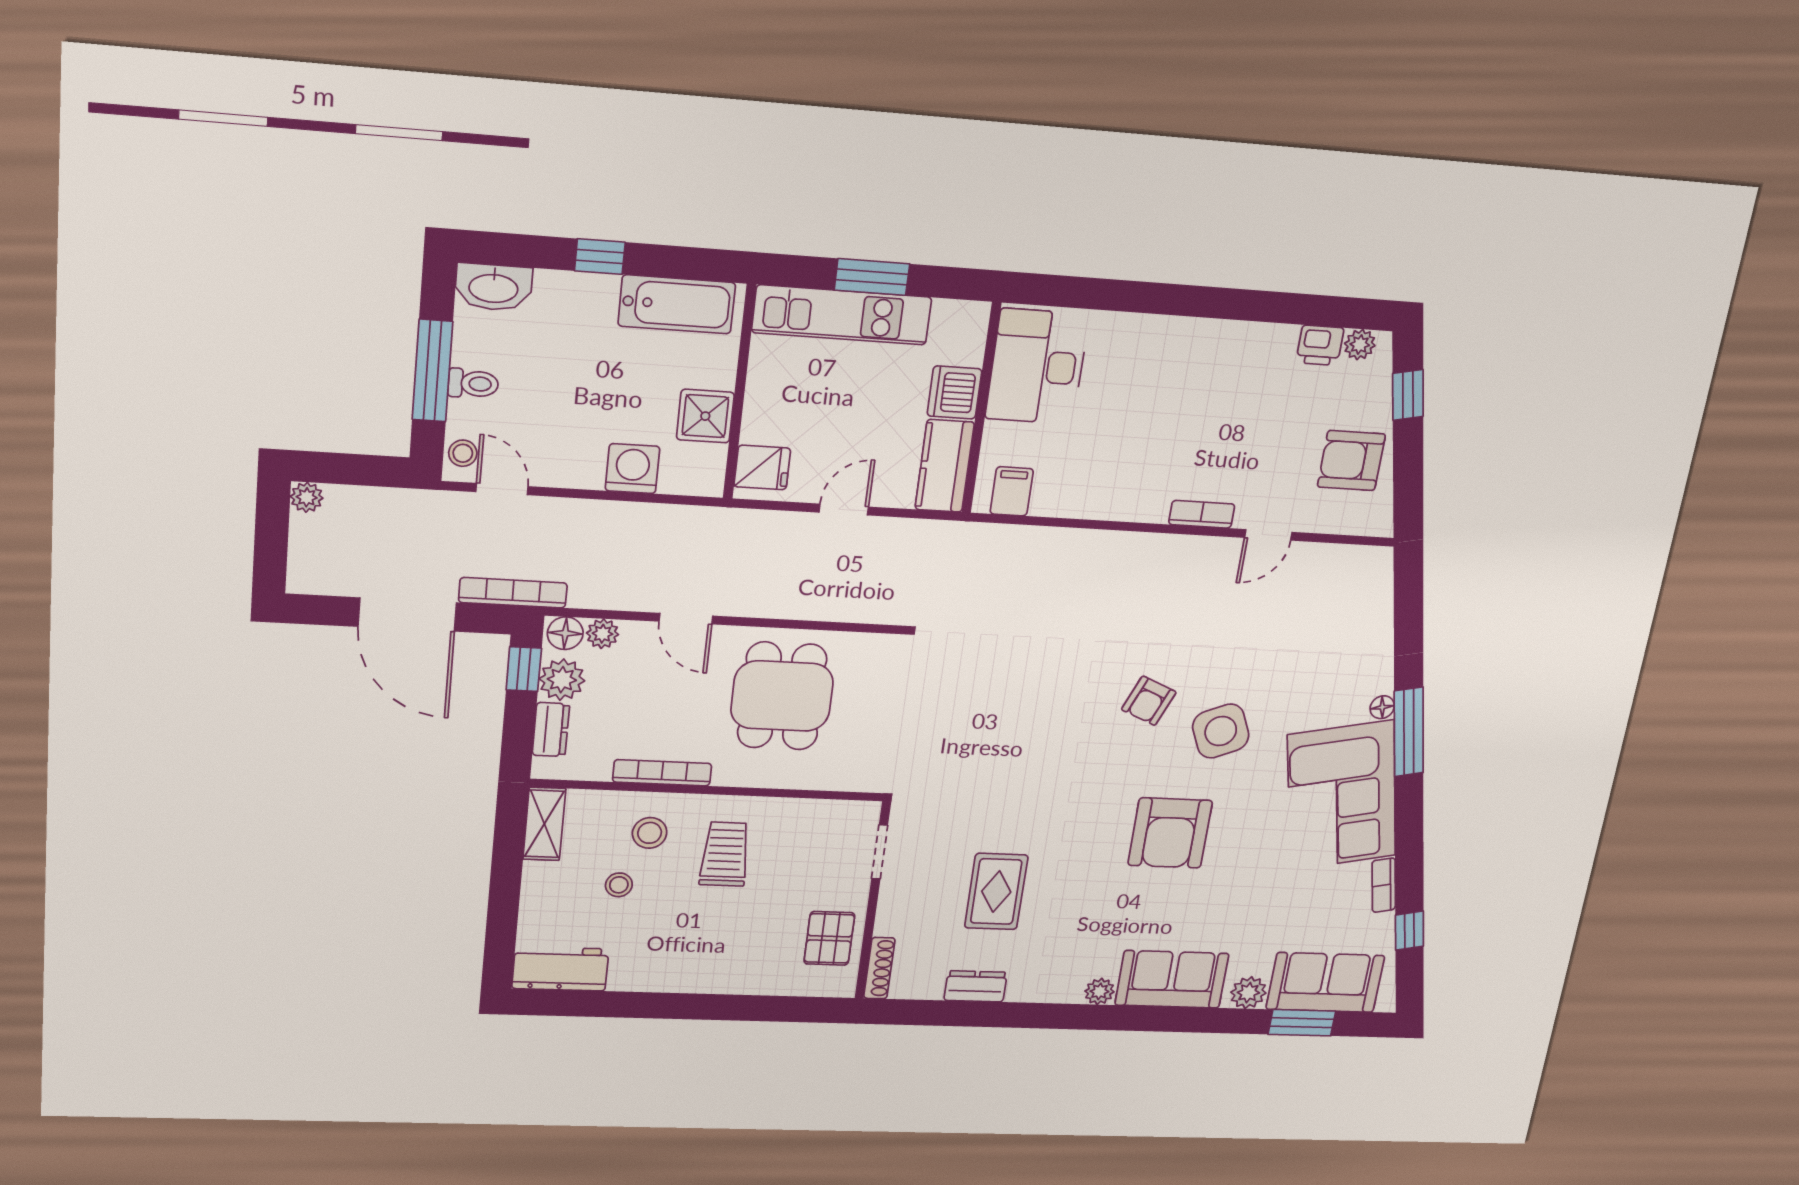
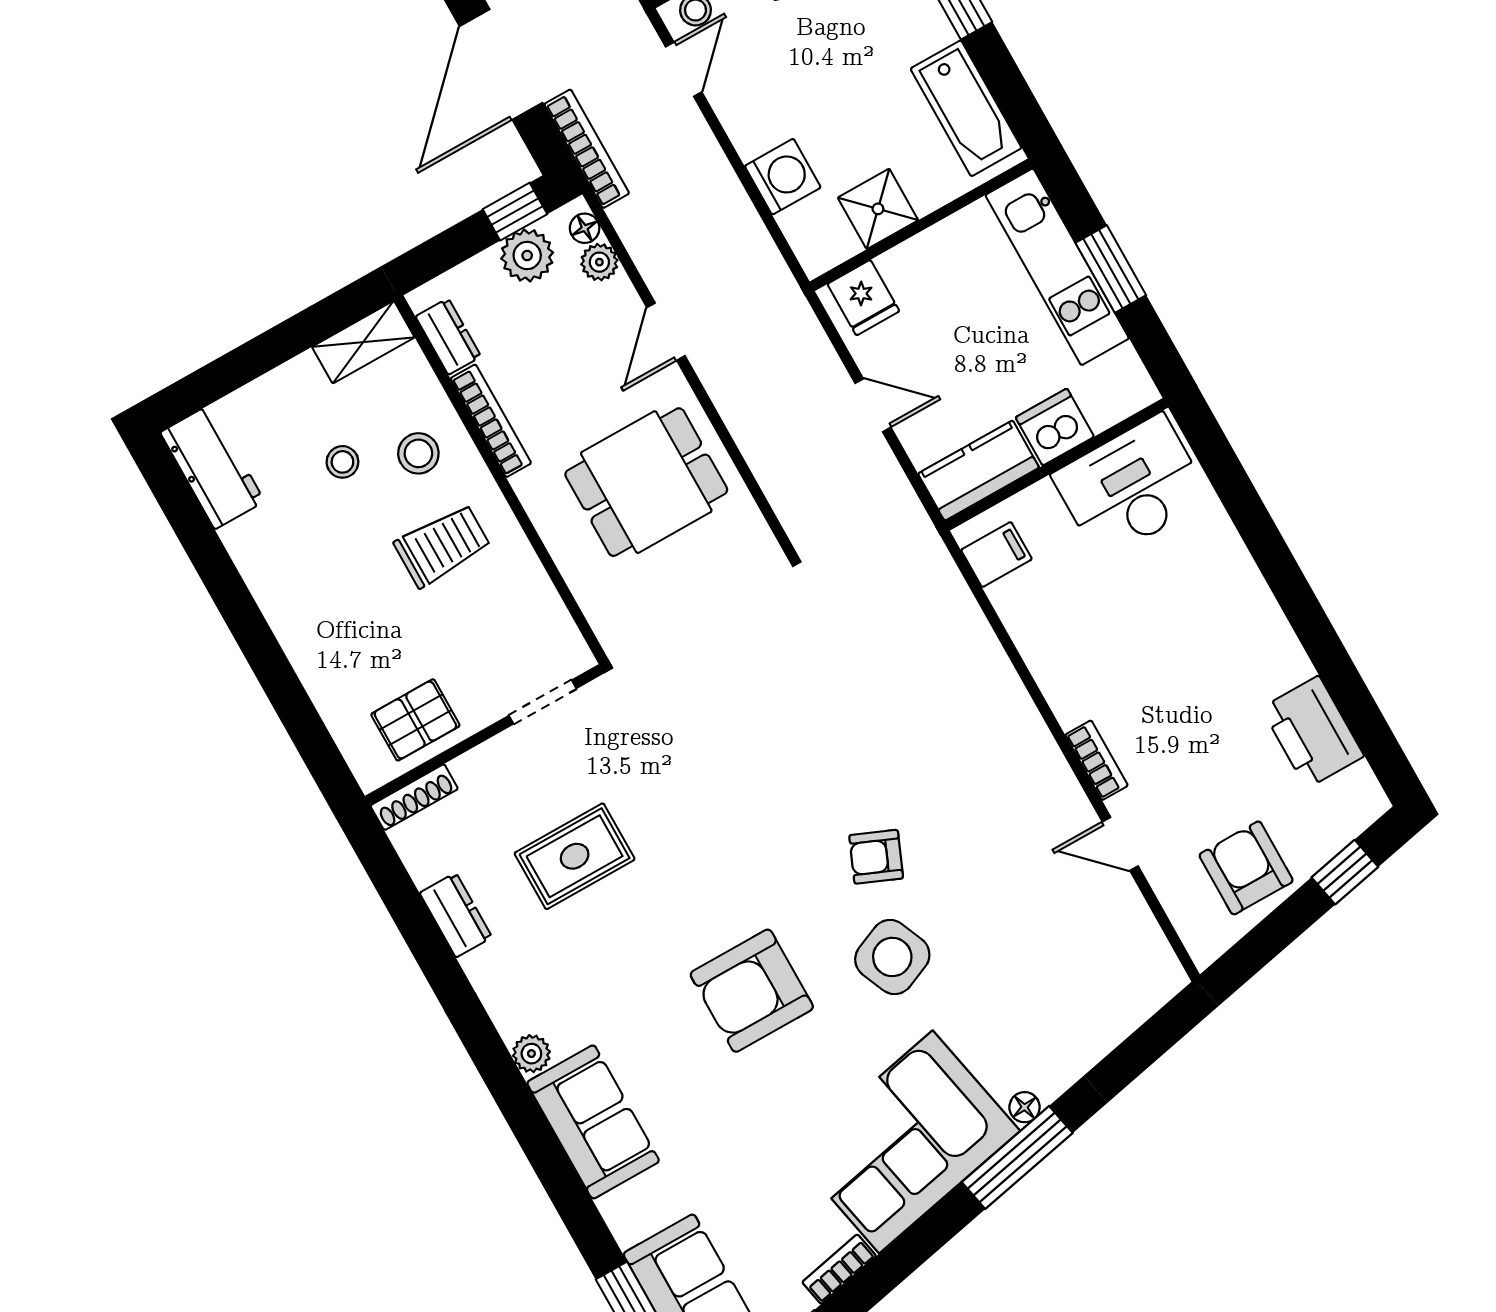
printer: (1320, 345) -> (1313, 732), width x1.87, depth x1.48
plant: (1360, 345) -> (1359, 784), removed
floor lamp: (565, 633) -> (585, 228), width x0.73, depth x0.73
dresser: (551, 730) -> (448, 336), moved, turned -90
plant: (1248, 993) -> (629, 1219), removed

